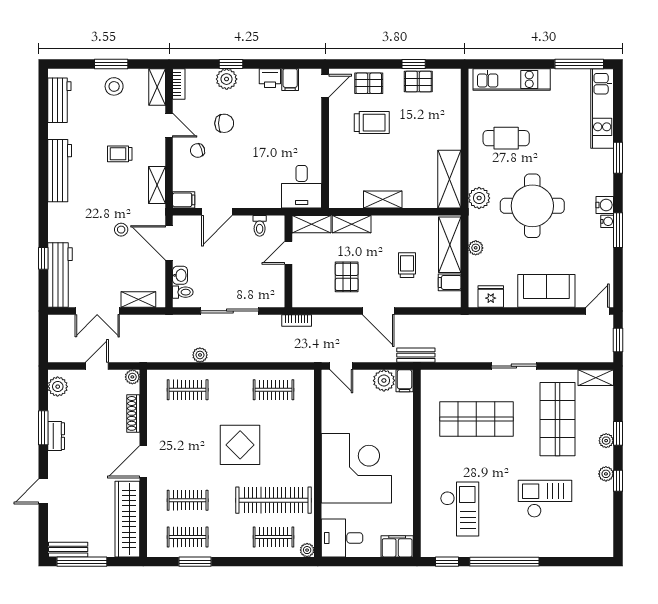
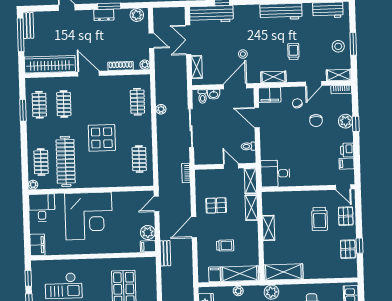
filing cabinet: (184, 200) -> (270, 95), width x2.00

